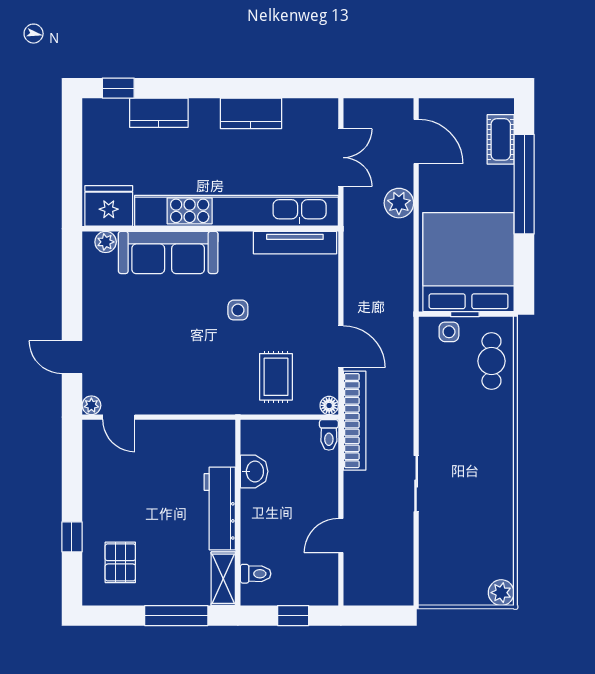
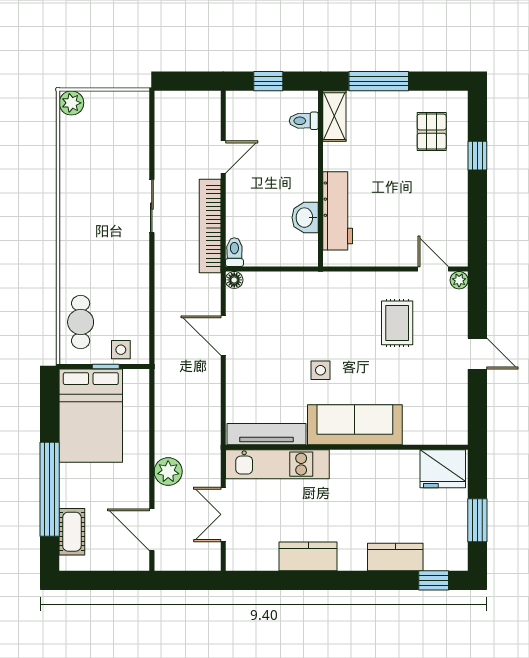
window: (72, 151) -> (477, 520), added
kitchen unit: (236, 211) -> (277, 464), width x0.54
plant: (106, 242) -> (446, 435), removed
sofa: (168, 252) -> (355, 425), moved
bed: (469, 262) -> (91, 416), width x0.73
door: (72, 357) -> (477, 354), moved
rug: (276, 377) -> (397, 323), moved
bookcase: (355, 421) -> (210, 226), moved
workbench: (220, 508) -> (338, 211), moved

